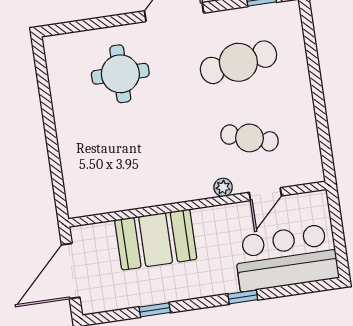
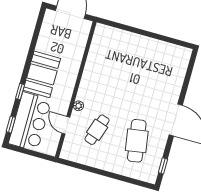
round table: (120, 74) -> (157, 80), removed
booth: (156, 240) -> (42, 74), moved
window: (155, 310) -> (11, 125), moved

